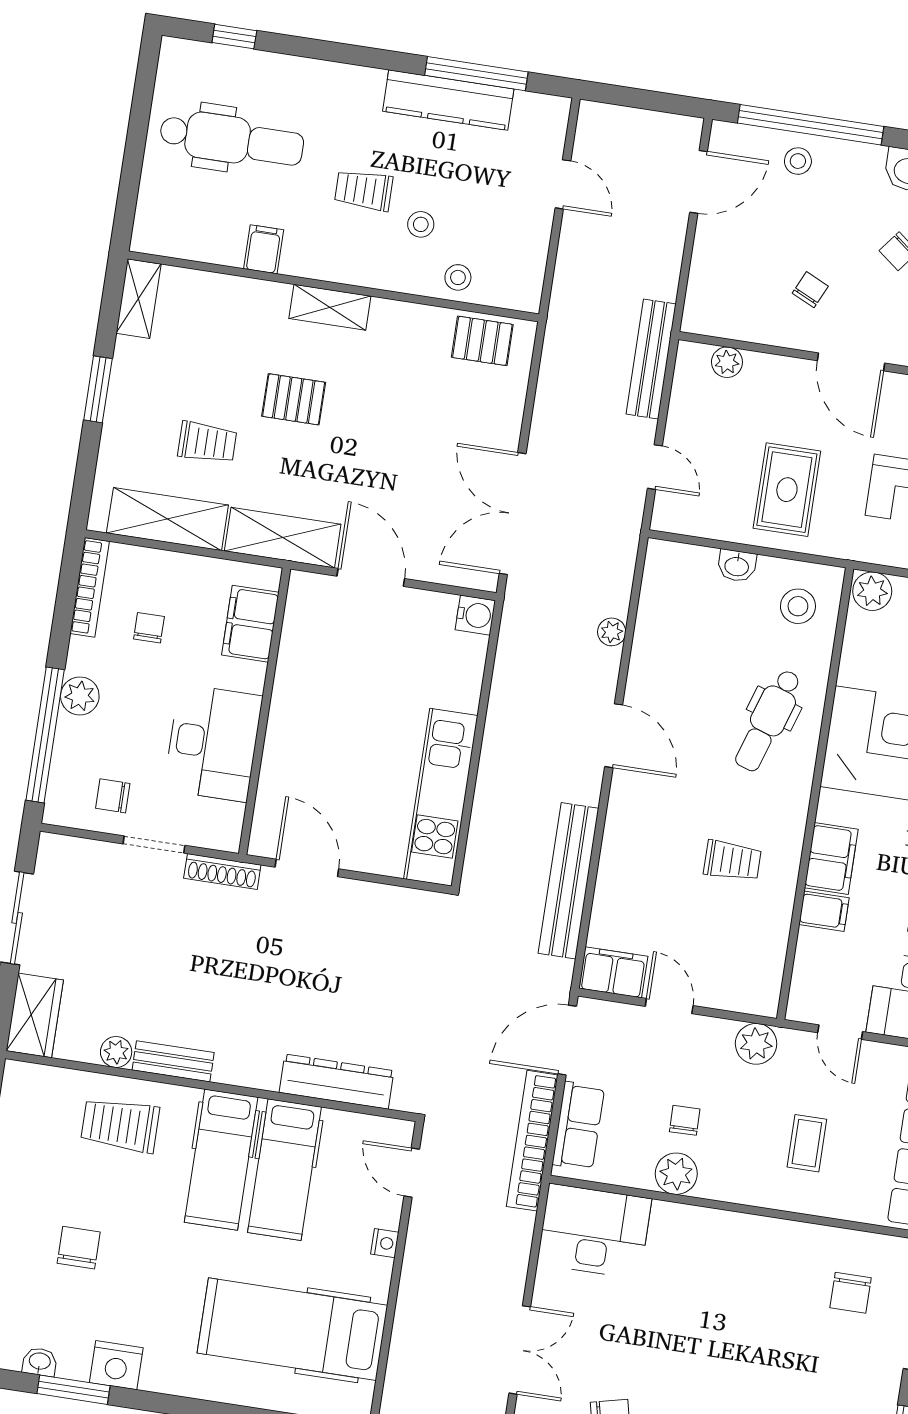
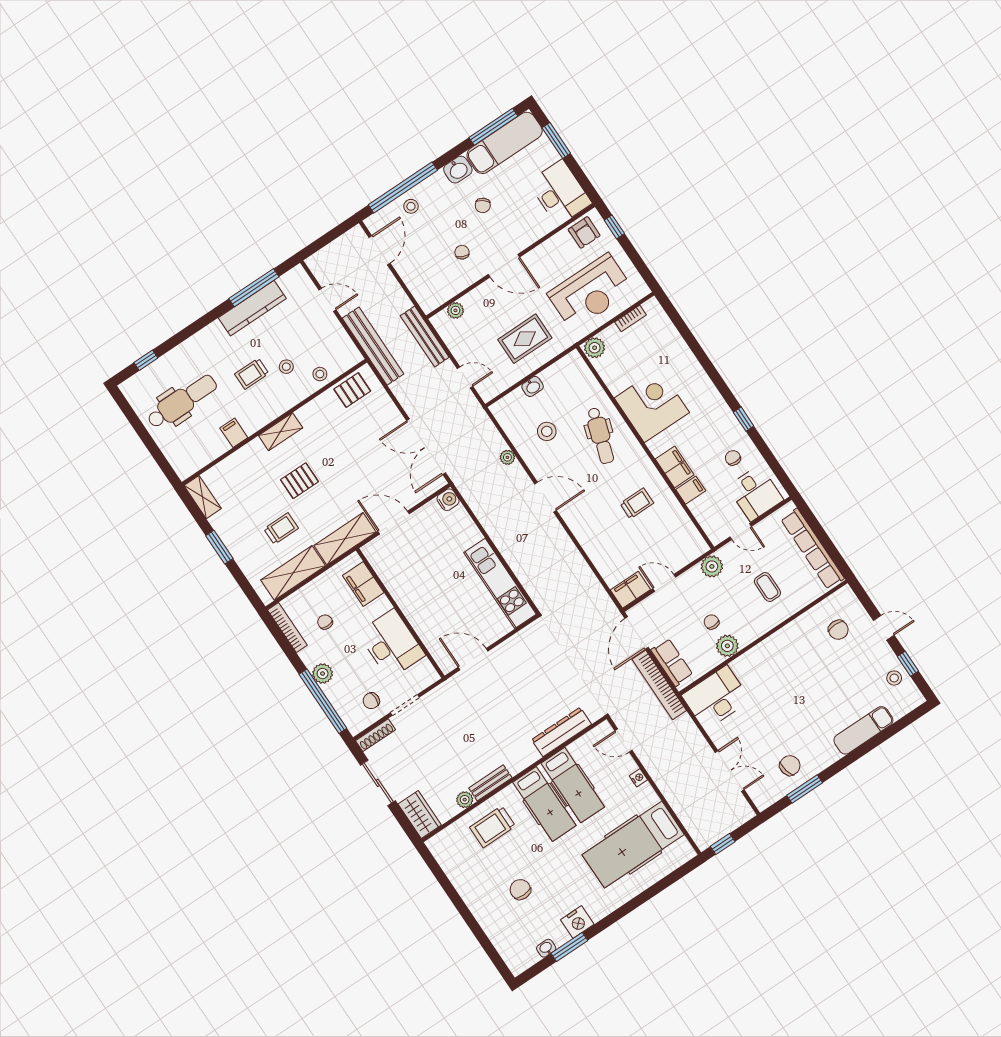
rug: (787, 490) -> (525, 339), turned 90
stool: (798, 606) -> (547, 431), moved
shoe rack: (222, 872) -> (375, 735), moved
bench: (569, 881) -> (373, 346), moved

